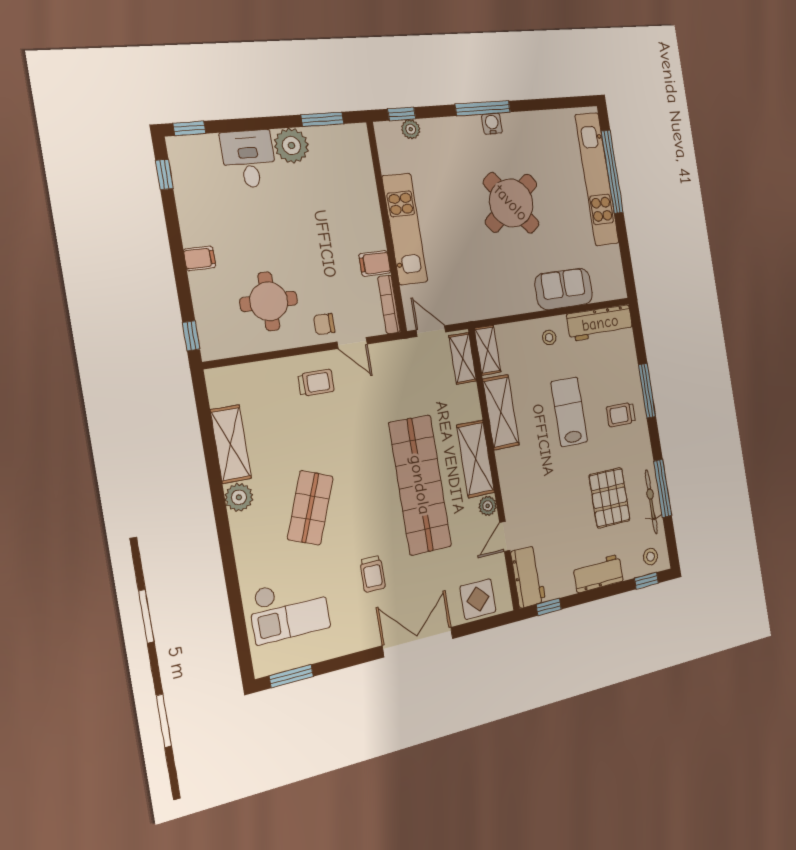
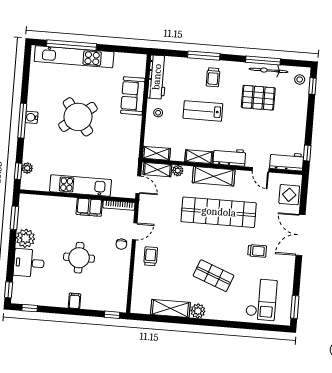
filing cabinet: (375, 263) -> (89, 207), width x2.00
round table: (269, 301) -> (79, 258), moved
door: (431, 331) -> (138, 185), swing flipped
shelving: (501, 412) -> (199, 157), width x0.67, depth x0.75
plant: (488, 506) -> (178, 171), moved
workbench: (598, 573) -> (229, 157), moved, turned 90

